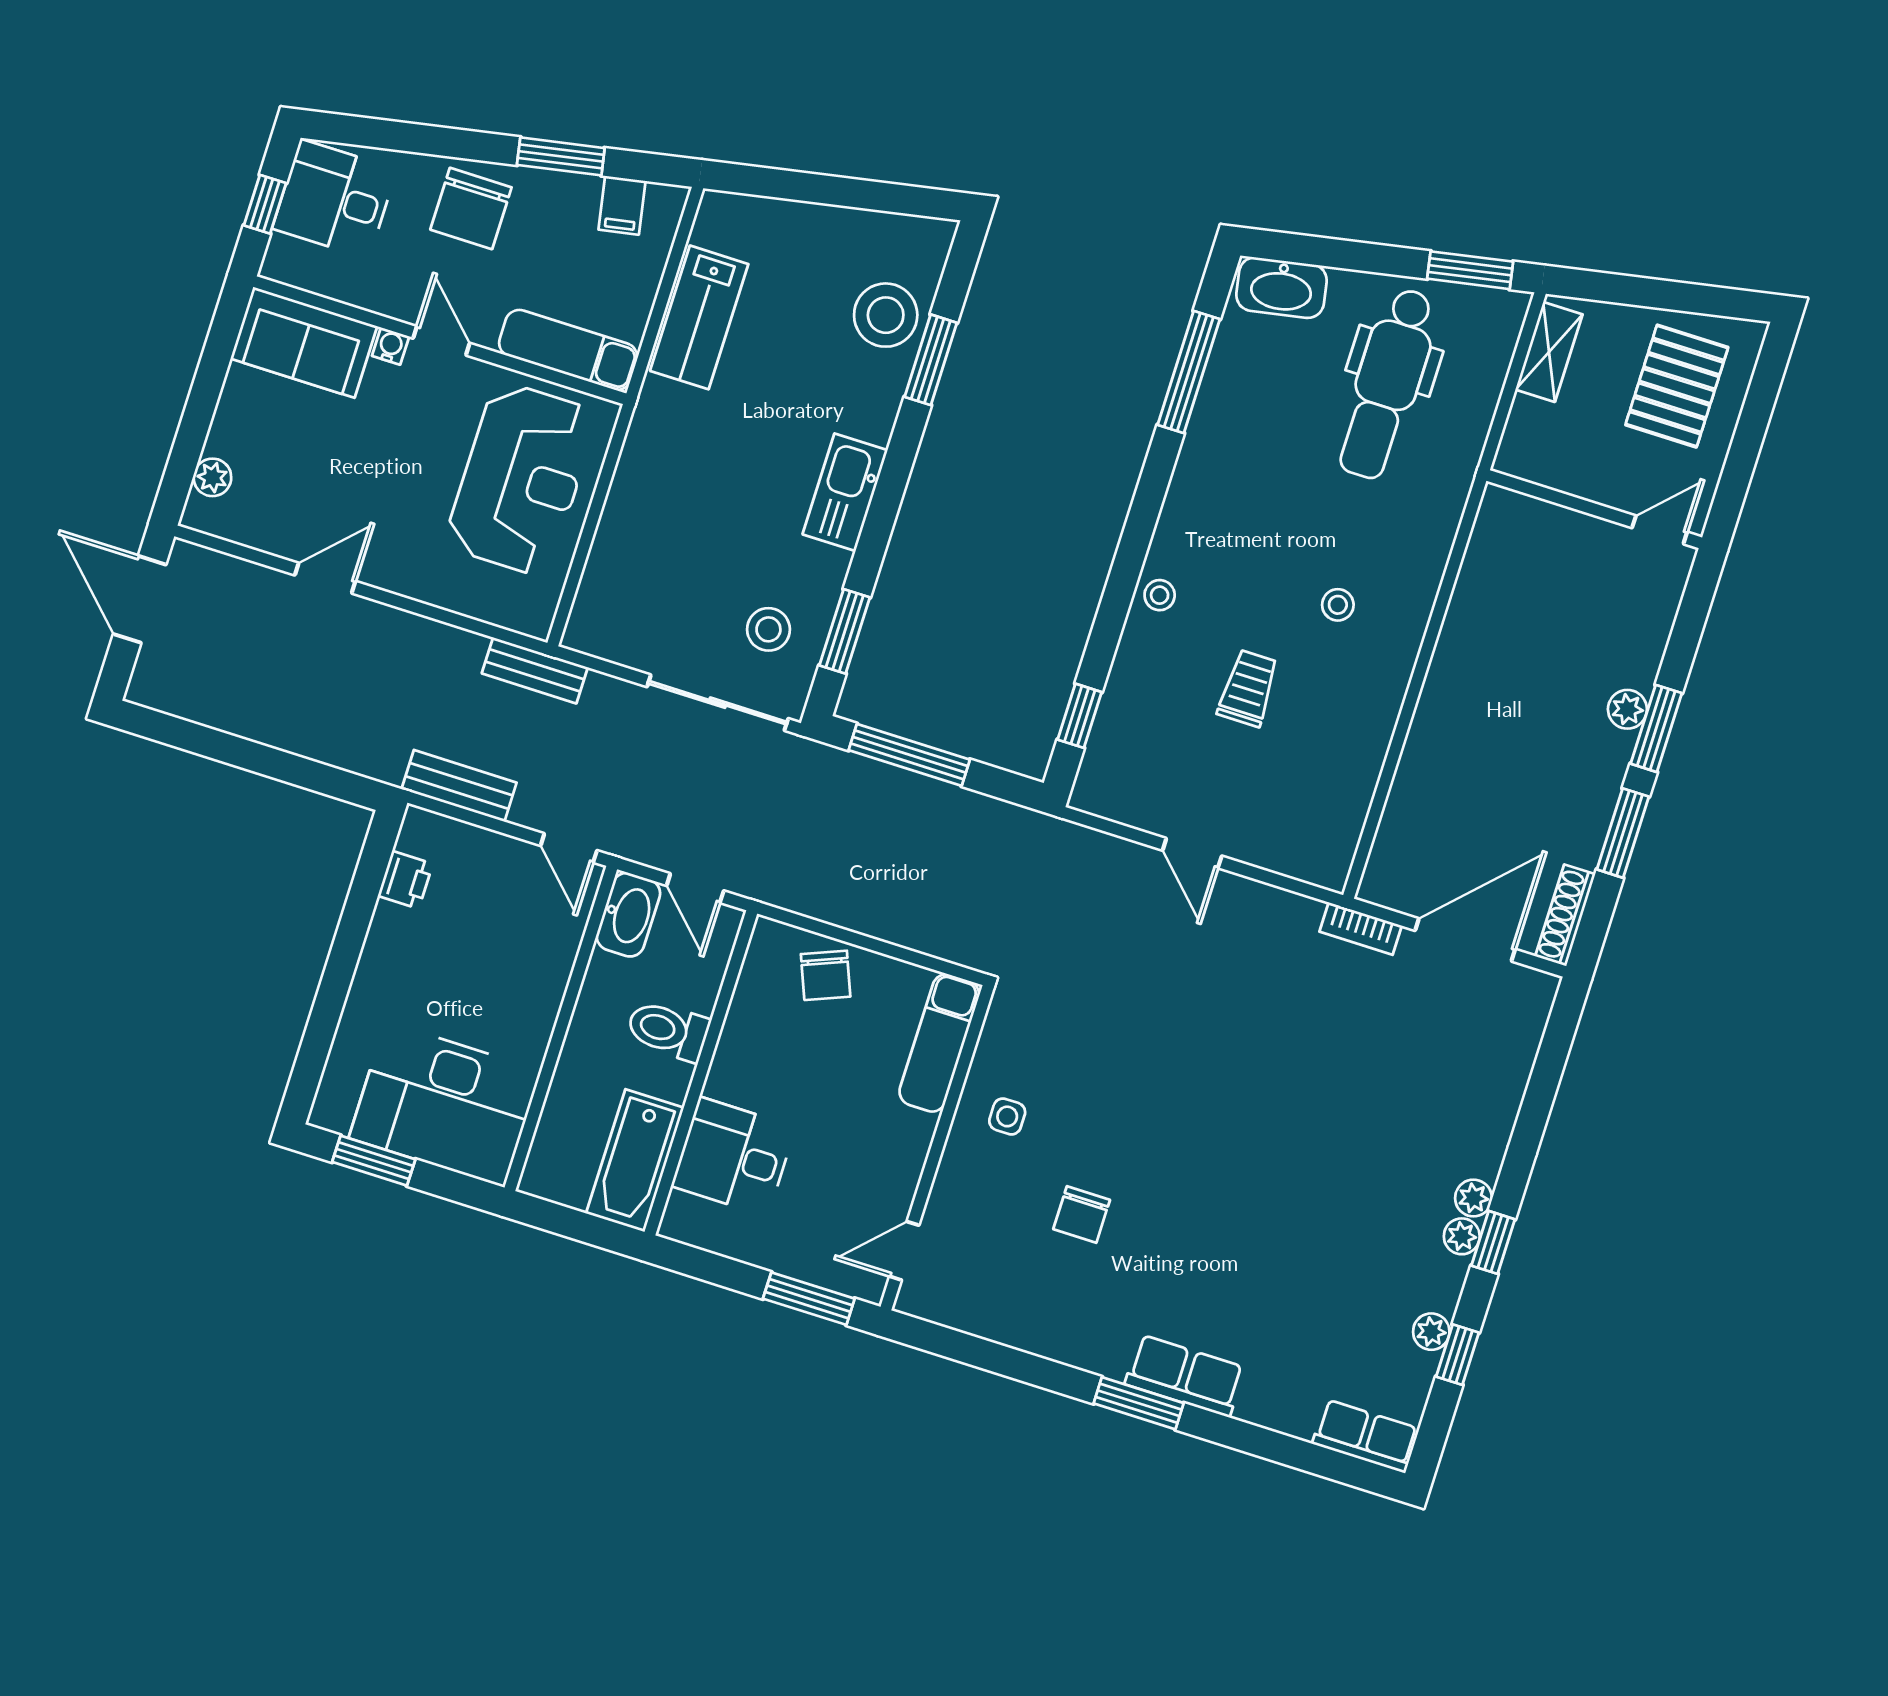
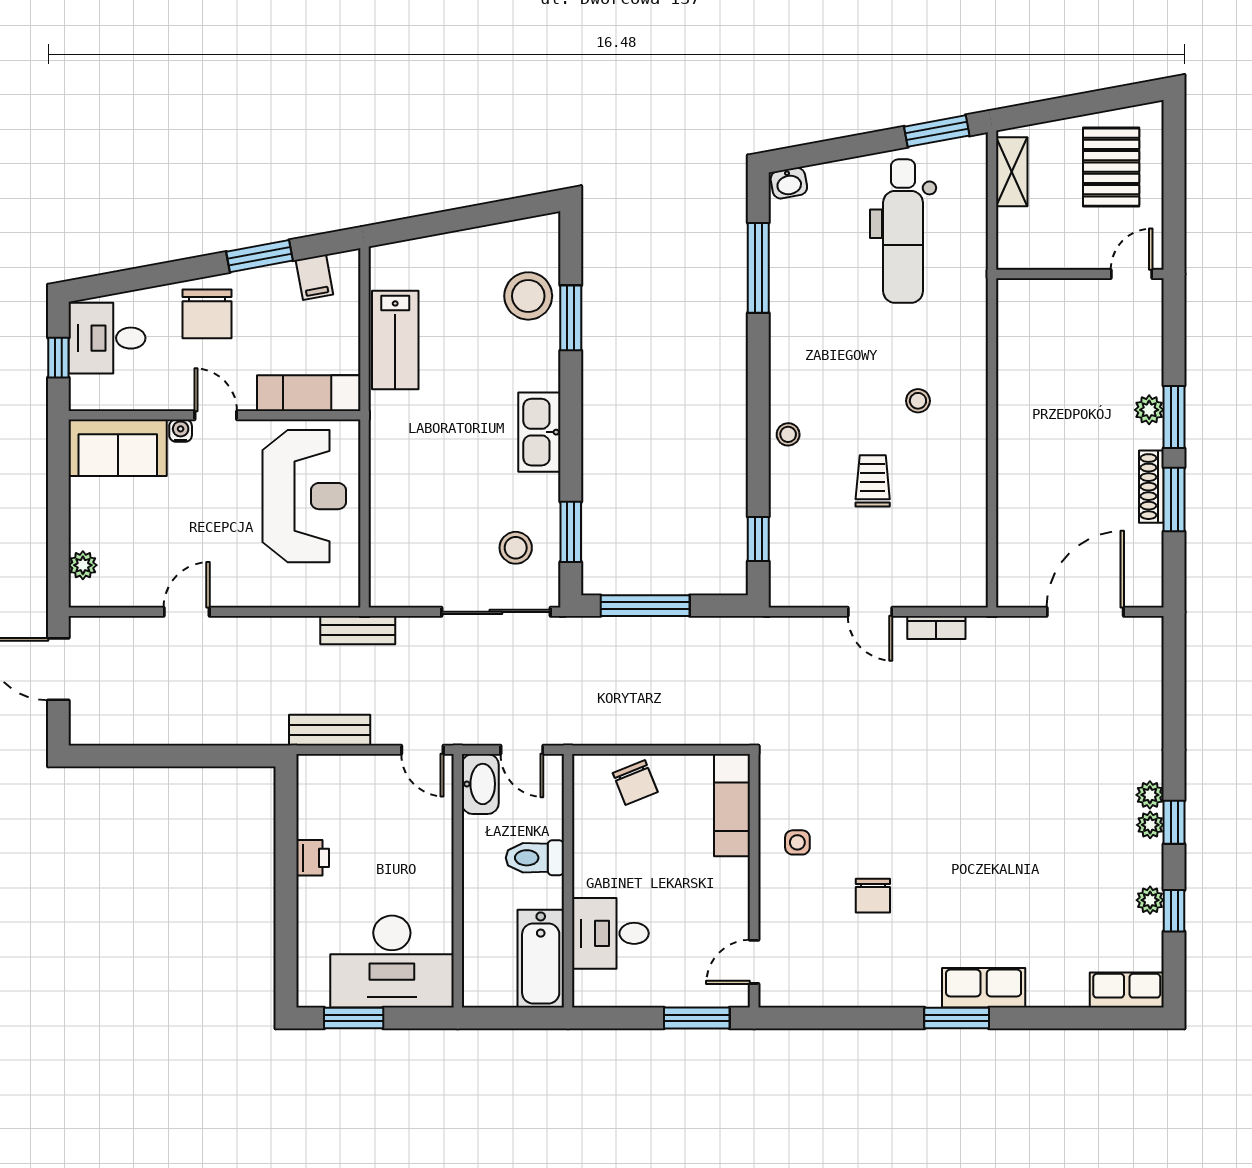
washbasin: (1281, 288) -> (789, 183), width x0.52, depth x0.69
printer: (405, 880) -> (313, 858), moved
shoe rack: (1565, 915) -> (1151, 487), moved
bookcase: (1361, 929) -> (936, 628), moved

